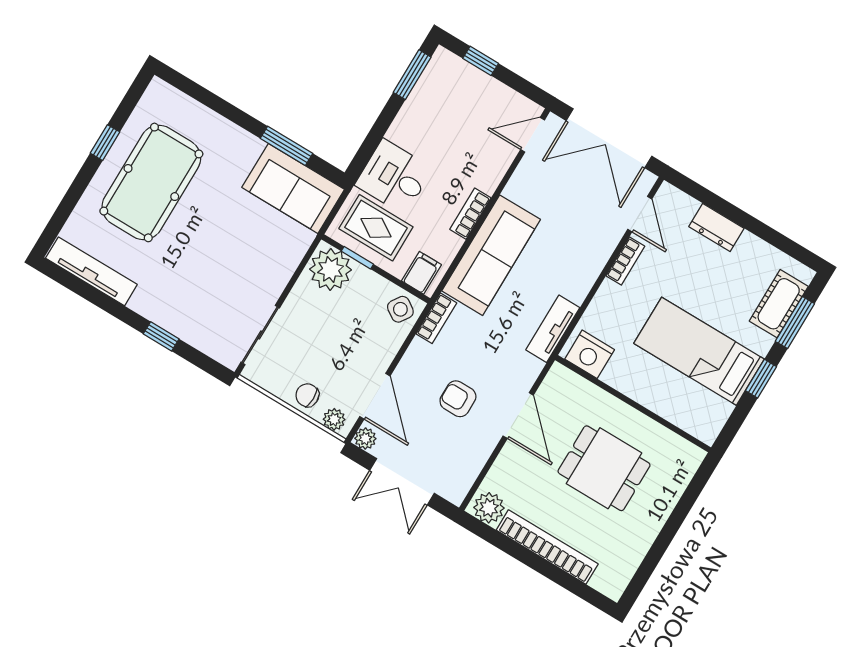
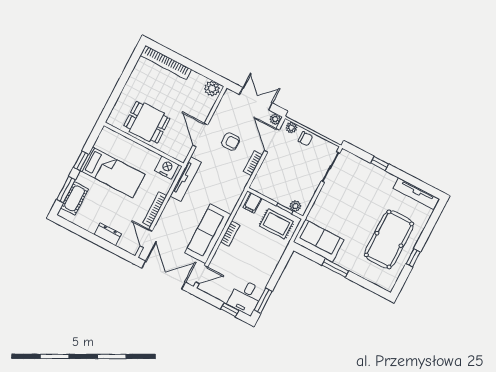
window: (286, 146) -> (335, 268), moved
desk: (394, 177) -> (245, 297), moved, turned 90
sofa: (491, 255) -> (208, 234), moved
bookcase: (625, 261) -> (155, 209), width x1.56
plant: (331, 269) -> (295, 206), width x0.53, depth x0.53
side table: (400, 309) -> (262, 184), removed
bookcase: (436, 318) -> (253, 163), moved
tv unit: (553, 329) -> (186, 179), width x1.41
dining table: (604, 468) -> (147, 122), moved
bookcase: (547, 547) -> (166, 62), moved

